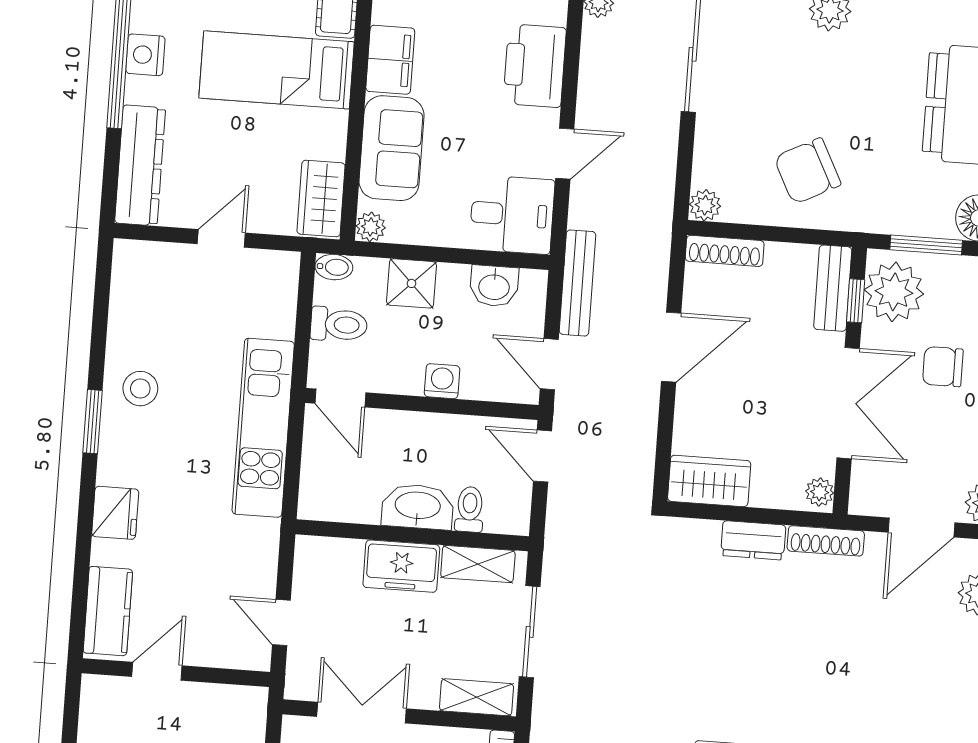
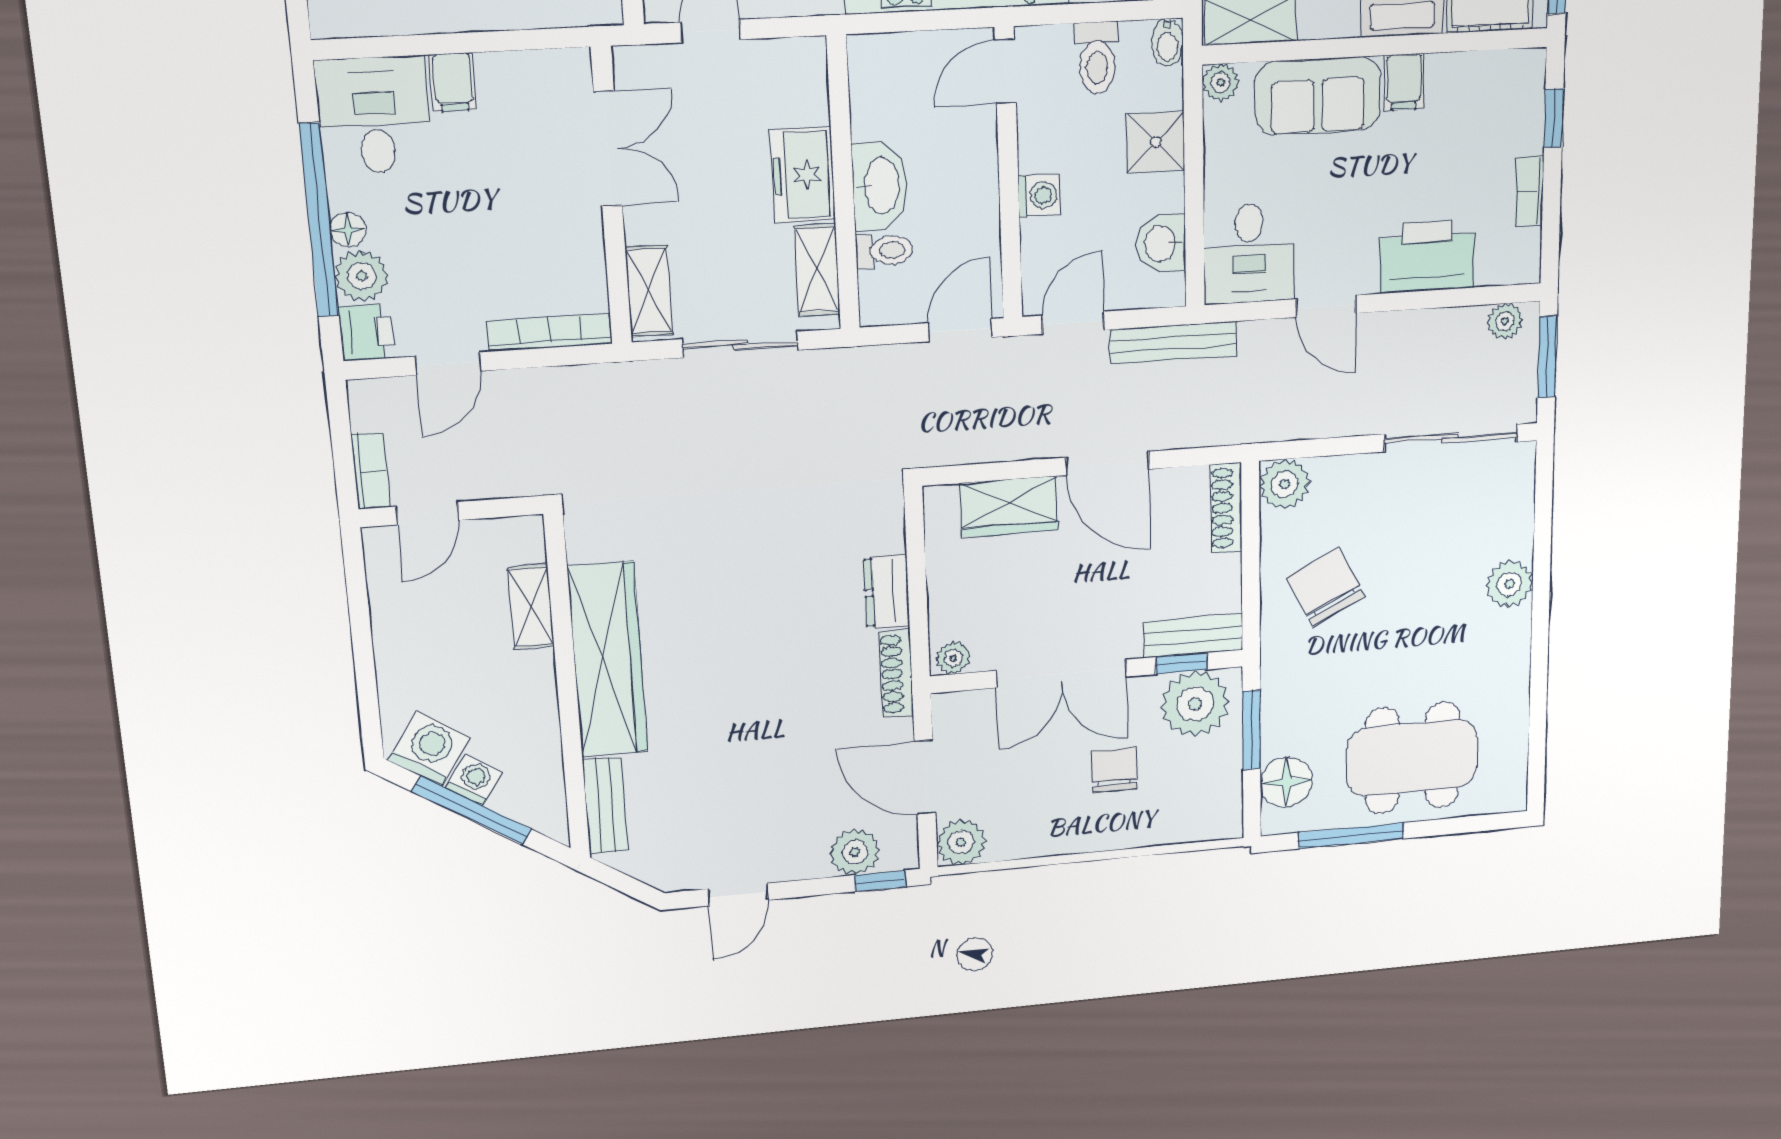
filing cabinet: (390, 60) -> (1404, 82), width x0.50
plant: (705, 205) -> (1285, 484), width x1.38, depth x1.38
wardrobe: (709, 481) -> (1009, 507), moved, turned 90

